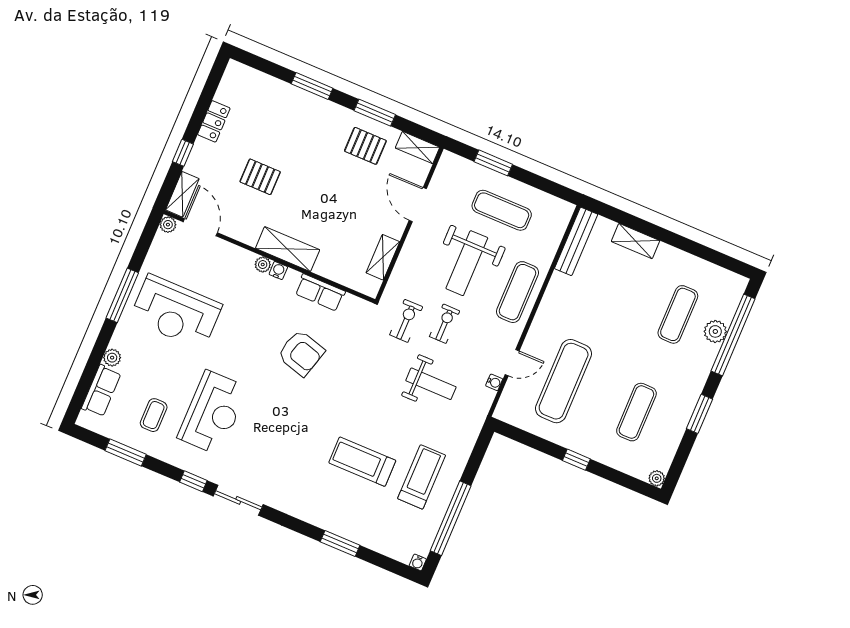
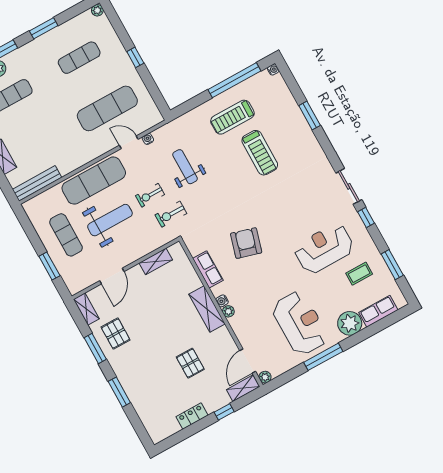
exercise mat: (517, 292) -> (94, 181), width x1.36, depth x1.45
plant: (112, 358) -> (350, 323), width x1.87, depth x1.87

